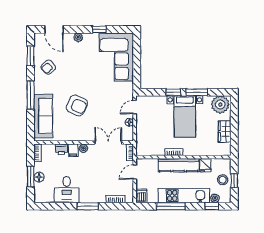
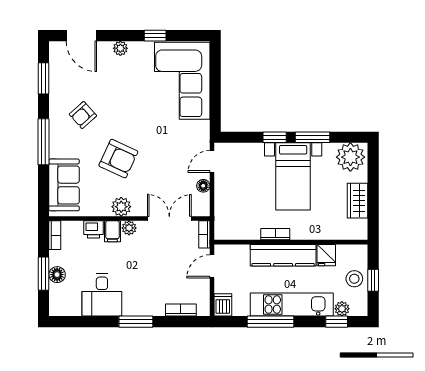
armchair: (48, 67) -> (83, 115), moved
sofa: (43, 116) -> (64, 185), width x0.73
plant: (79, 135) -> (121, 207), added

